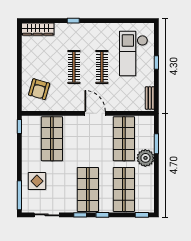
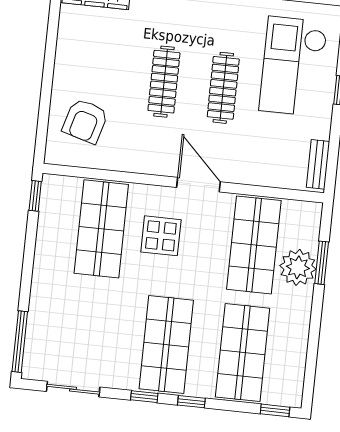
plant: (145, 158) -> (298, 267), moved
display table: (37, 181) -> (161, 236), moved

